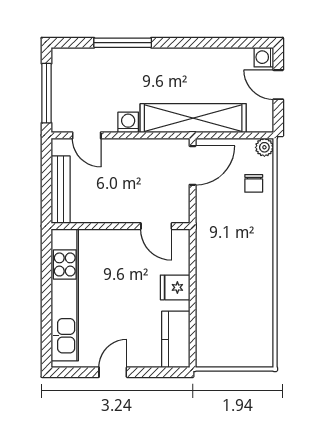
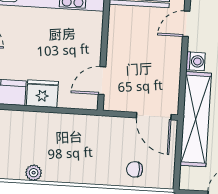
plant: (264, 147) -> (34, 173), moved
fridge: (175, 287) -> (42, 94), width x1.38

